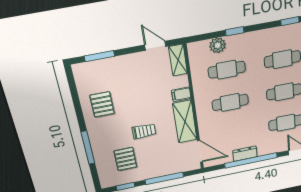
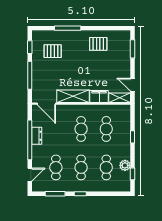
plant: (218, 45) -> (125, 165), moved
door: (155, 46) -> (132, 85), swing flipped
filing cabinet: (181, 94) -> (99, 97), width x2.00
trolley: (144, 131) -> (72, 67), removed
door: (200, 151) -> (46, 104), hinge flipped

